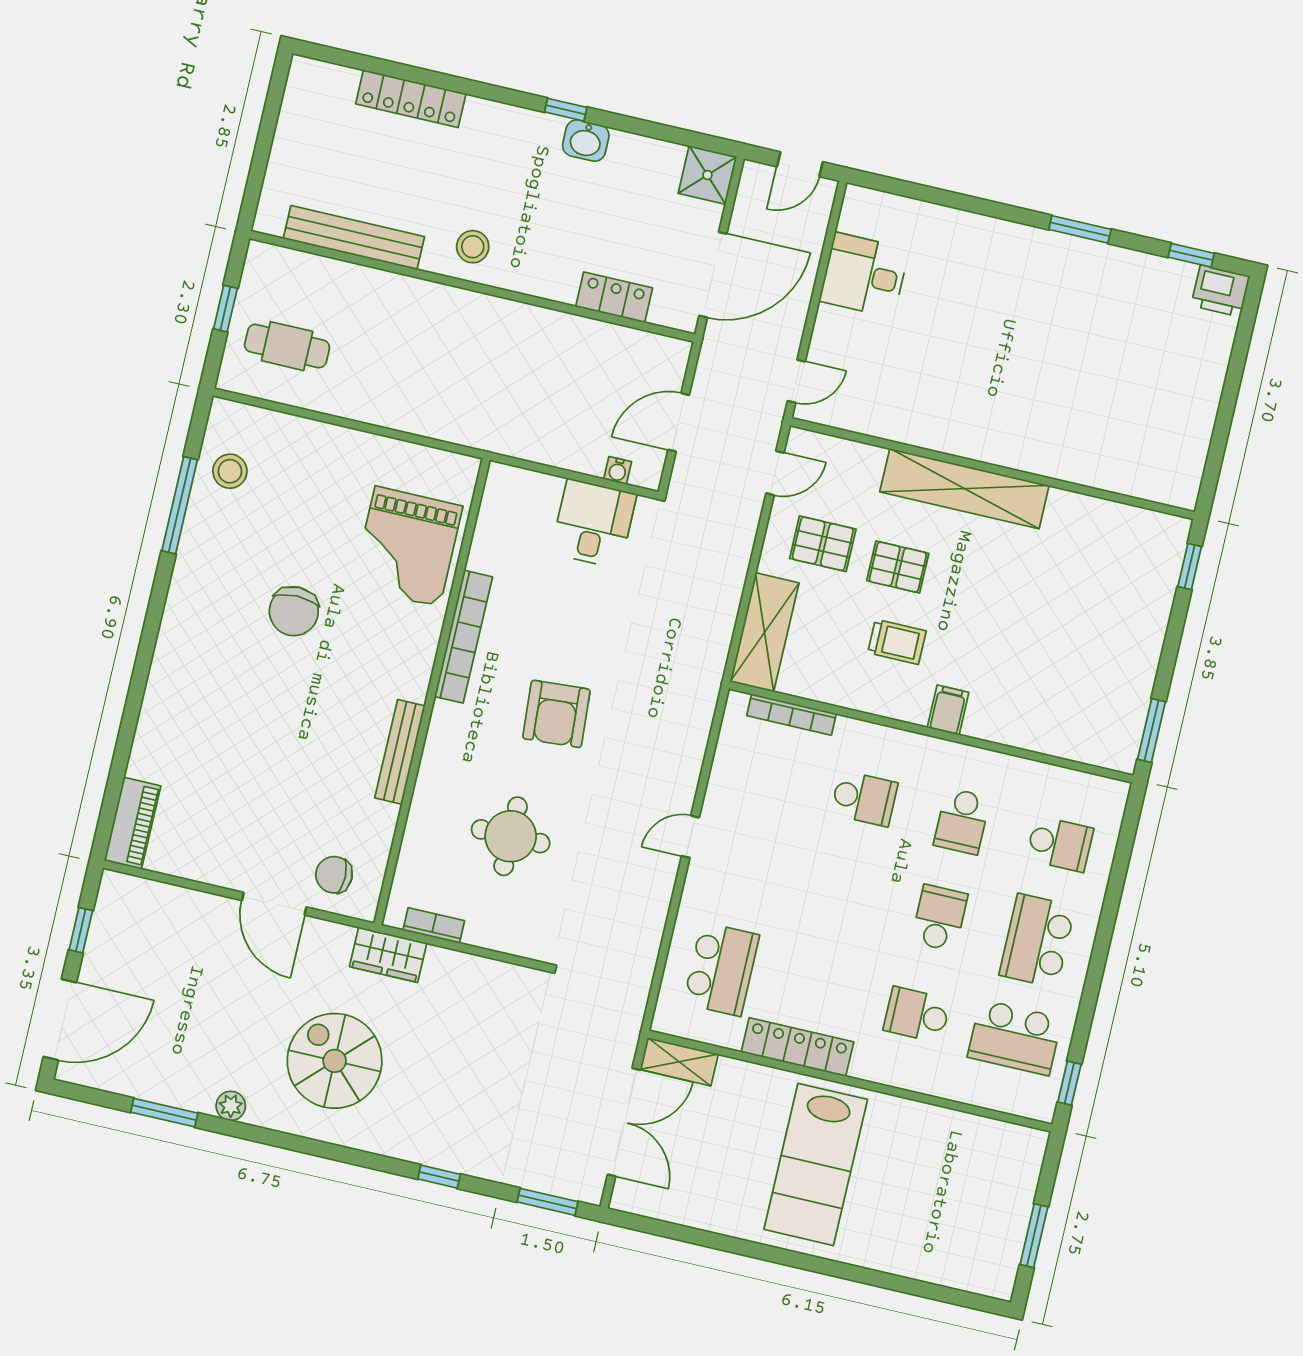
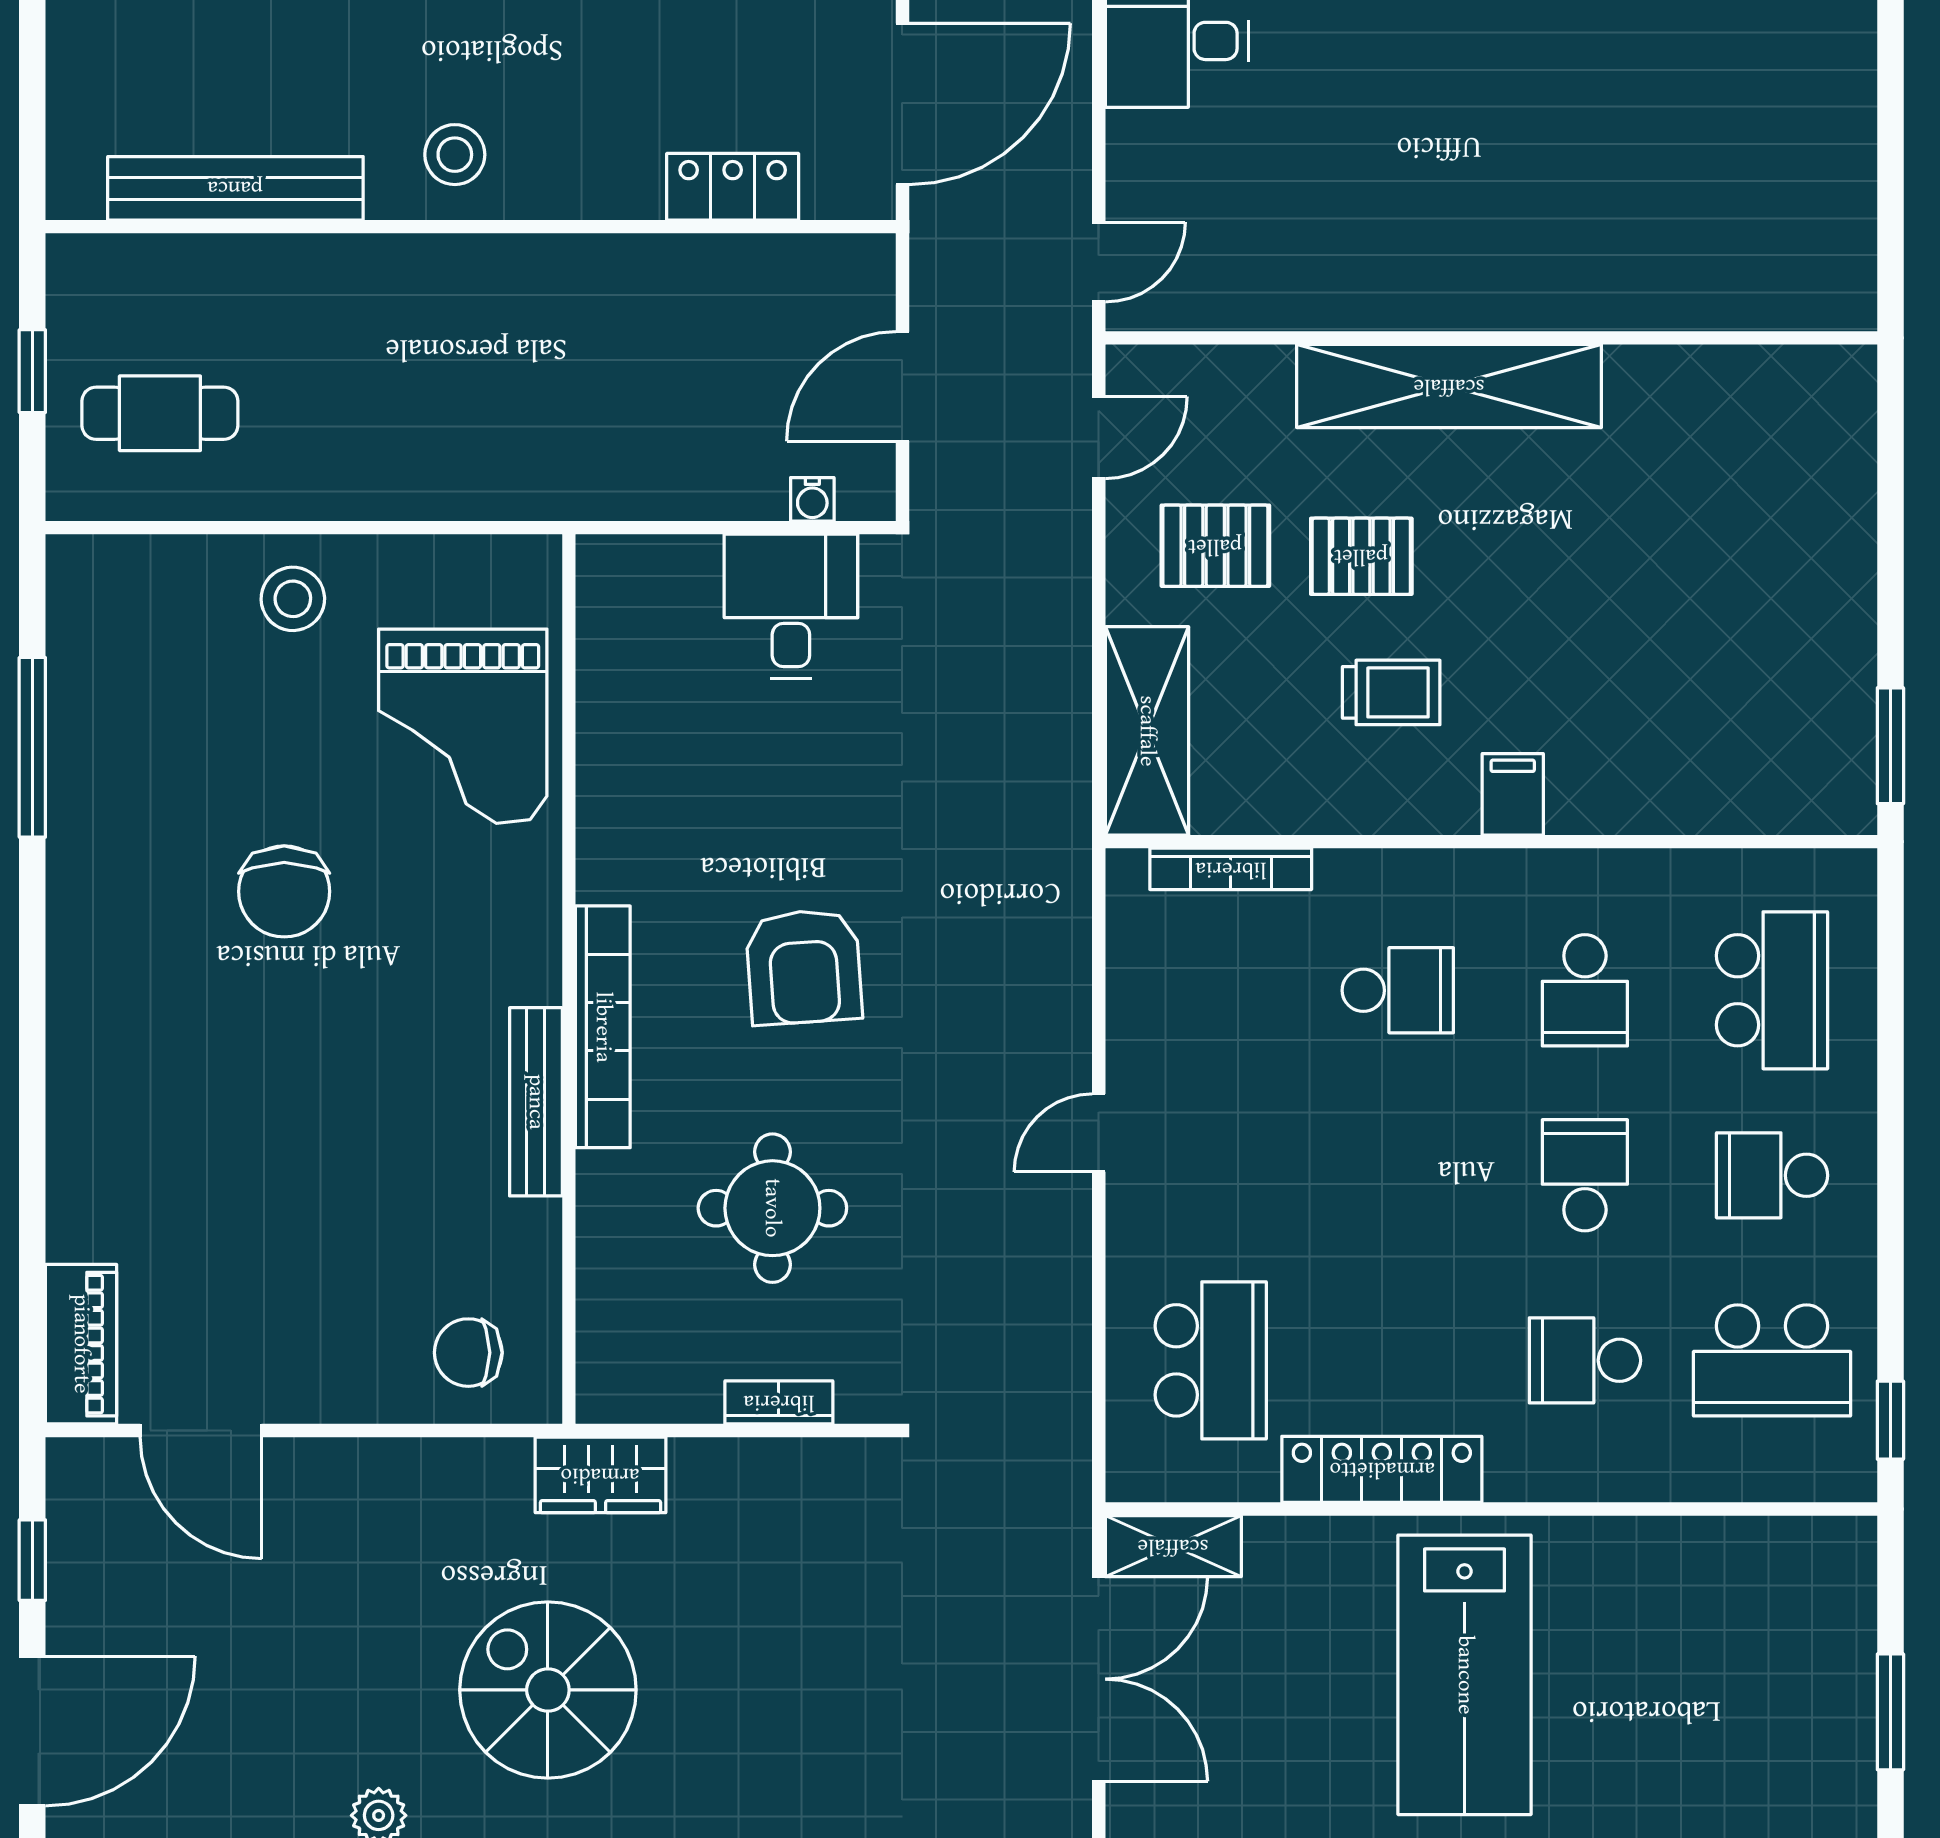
stool: (230, 471) -> (293, 599), moved
window: (1190, 567) -> (1890, 432), removed
bookcase: (464, 637) -> (603, 1027), moved
school desk: (1060, 844) -> (1772, 990), width x1.85
door: (274, 904) -> (201, 1430), moved
bookcase: (434, 925) -> (779, 1402), moved
school desk: (1037, 941) -> (1772, 1175), width x0.54

